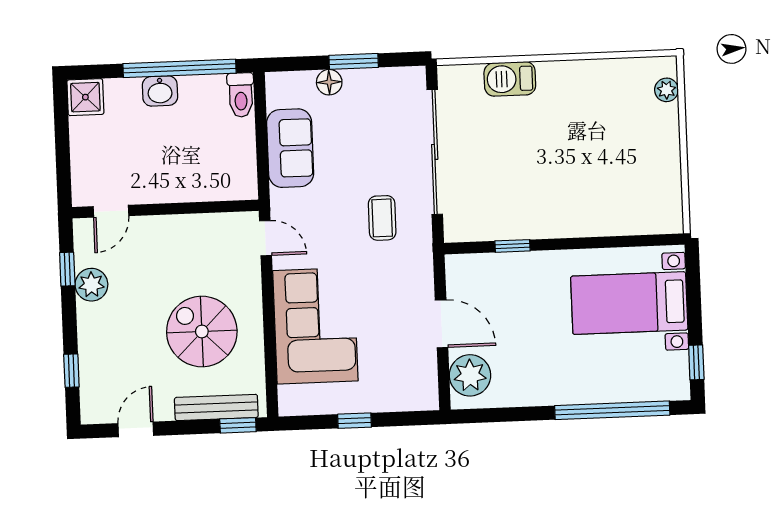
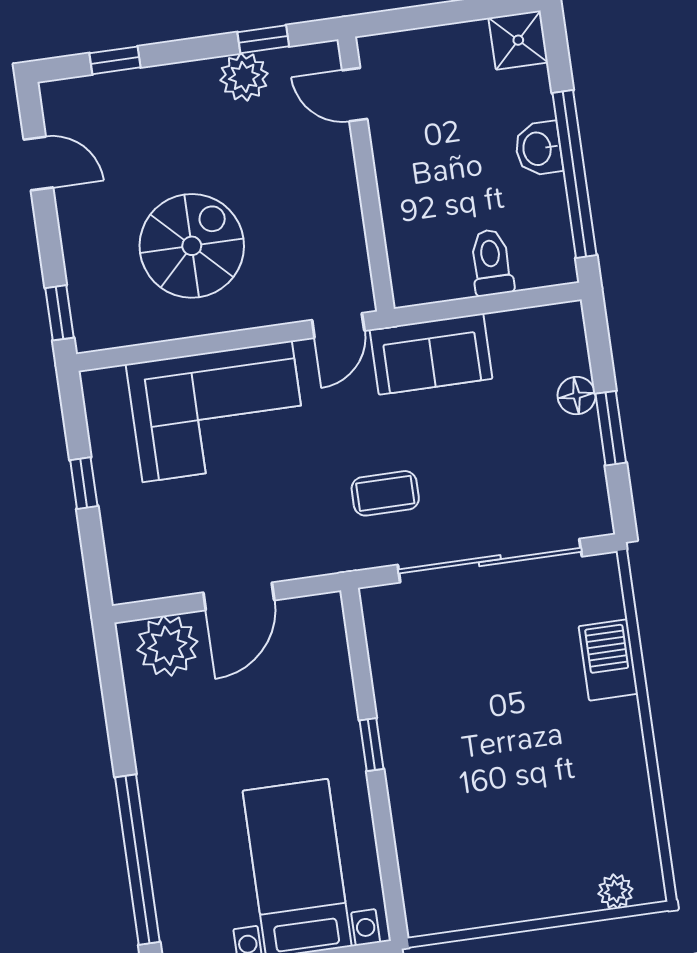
toilet: (241, 95) -> (491, 262), moved, turned 90
sofa: (290, 148) -> (431, 354), moved
window: (512, 246) -> (371, 745), moved
bench: (216, 407) -> (82, 278), removed

